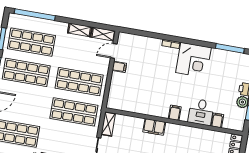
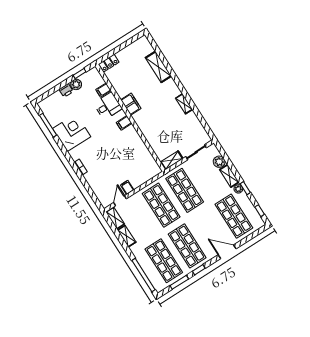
door: (114, 51) -> (120, 201), swing flipped
corner desk: (193, 60) -> (72, 133), moved
filing cabinet: (154, 127) -> (131, 104), moved

